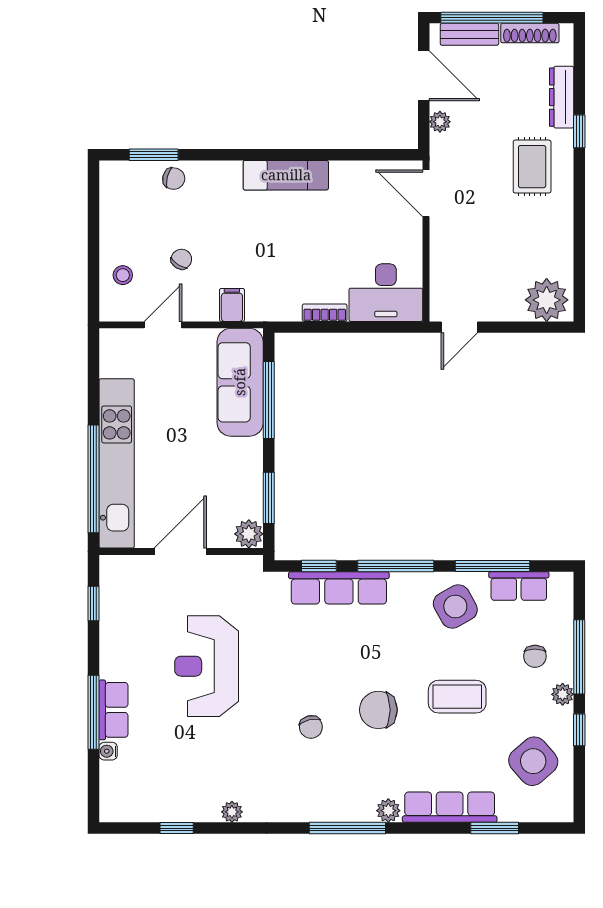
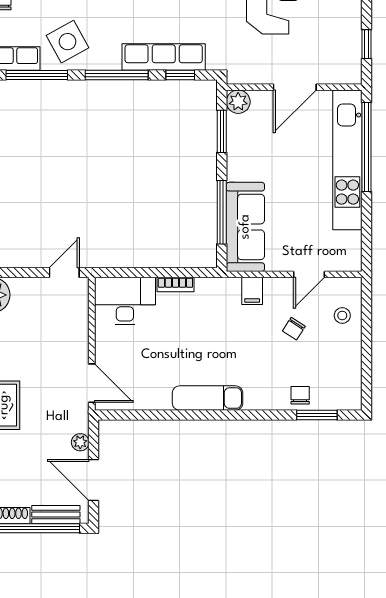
chair: (174, 179) -> (300, 395), turned 76

